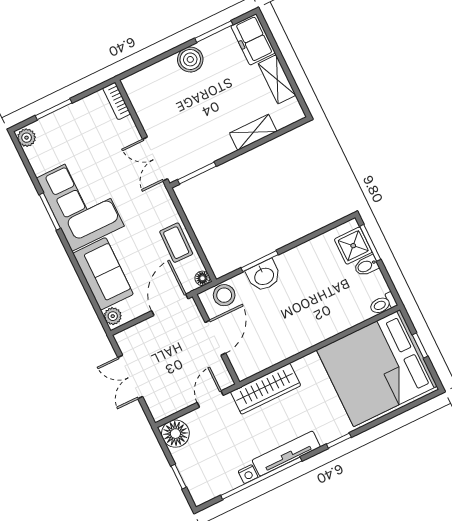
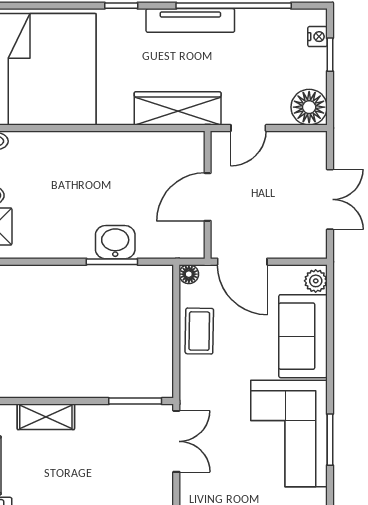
stool: (224, 295) -> (173, 242), removed
door: (170, 305) -> (242, 262), hinge flipped
nightstand: (248, 474) -> (318, 37), moved, turned 90

